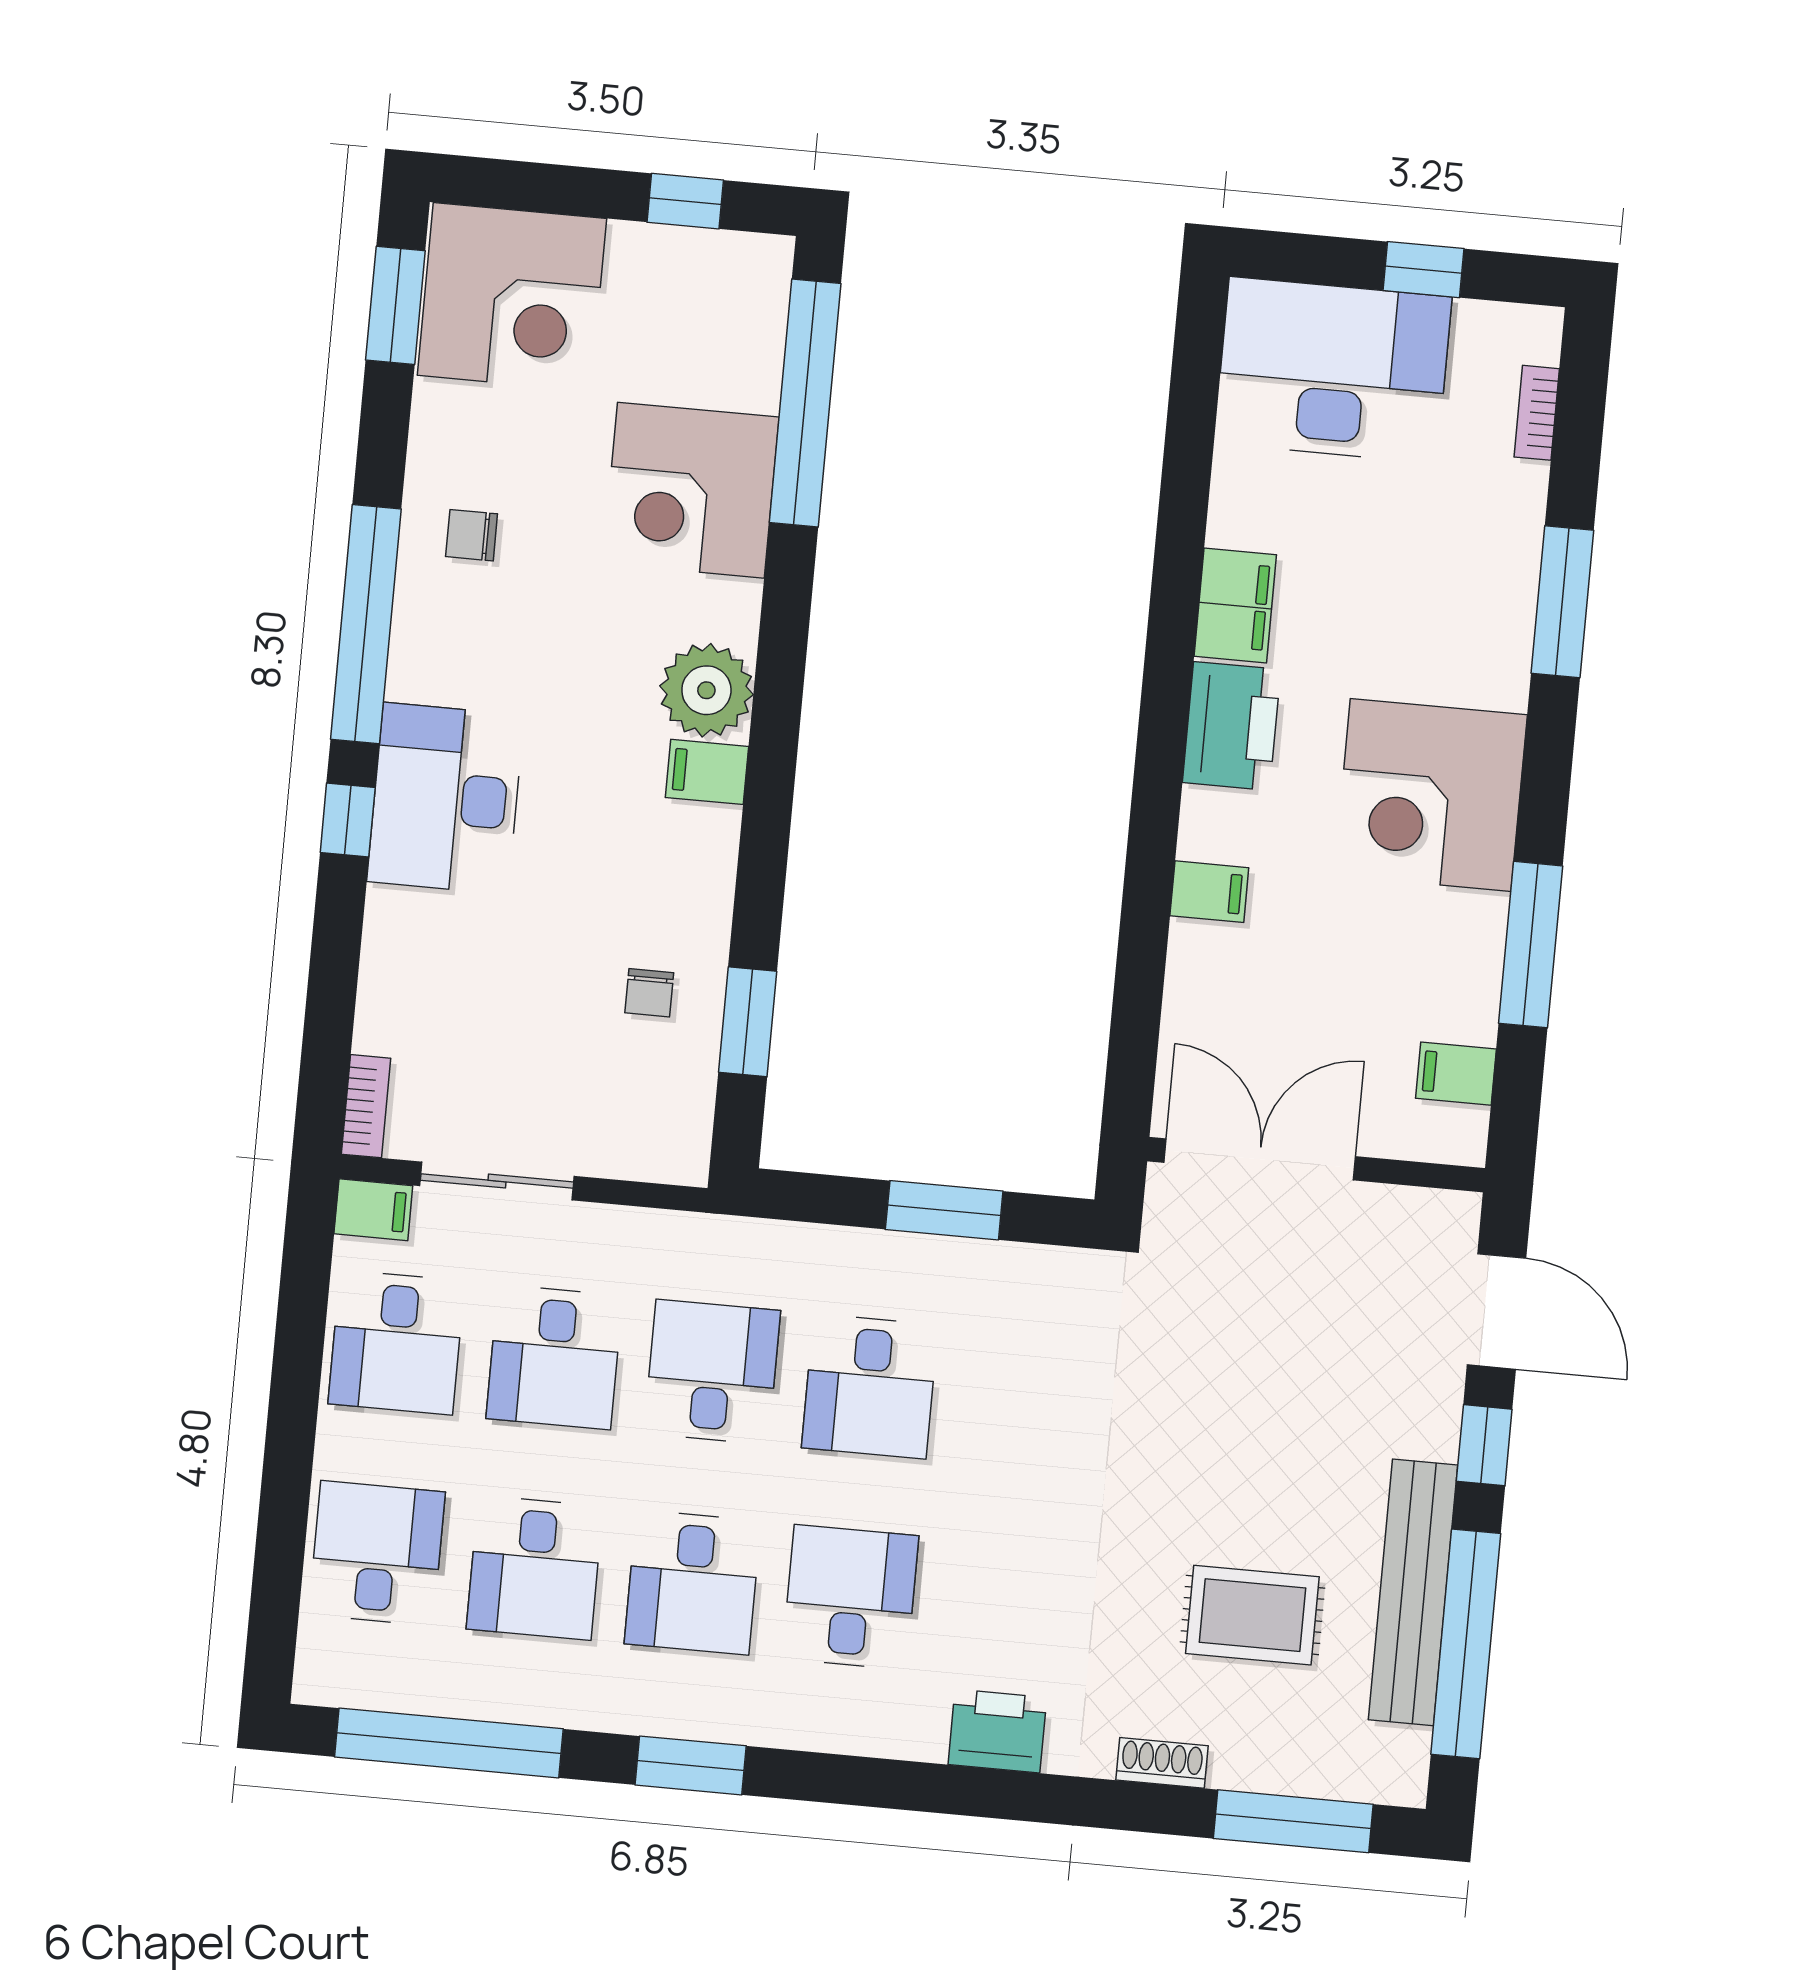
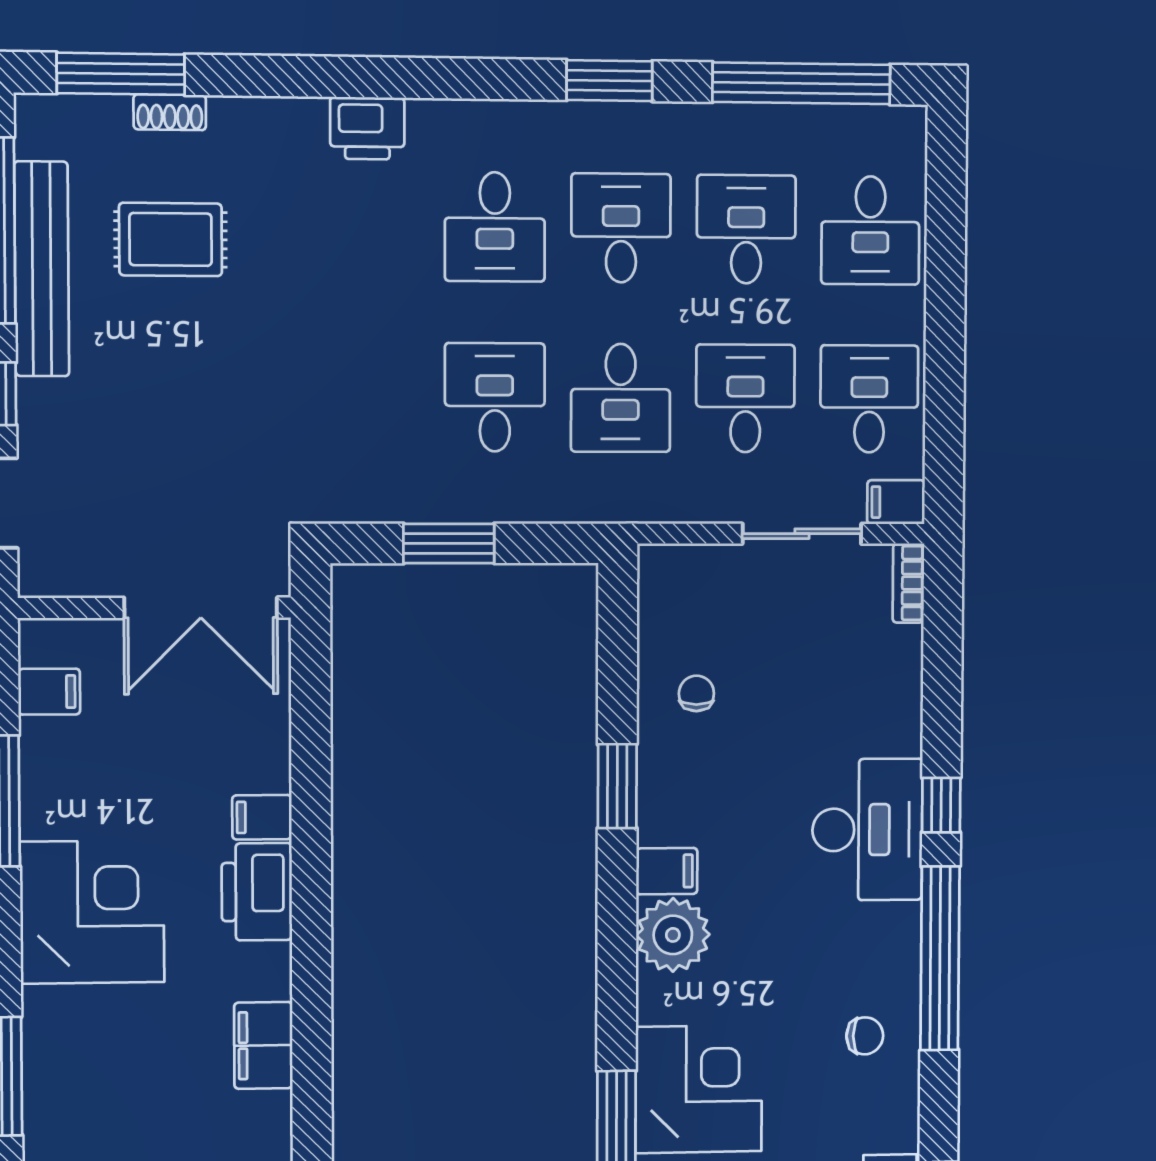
printer: (1232, 726) -> (257, 892), moved
window: (748, 1022) -> (617, 786), moved
shoe rack: (1162, 1763) -> (170, 112), moved

